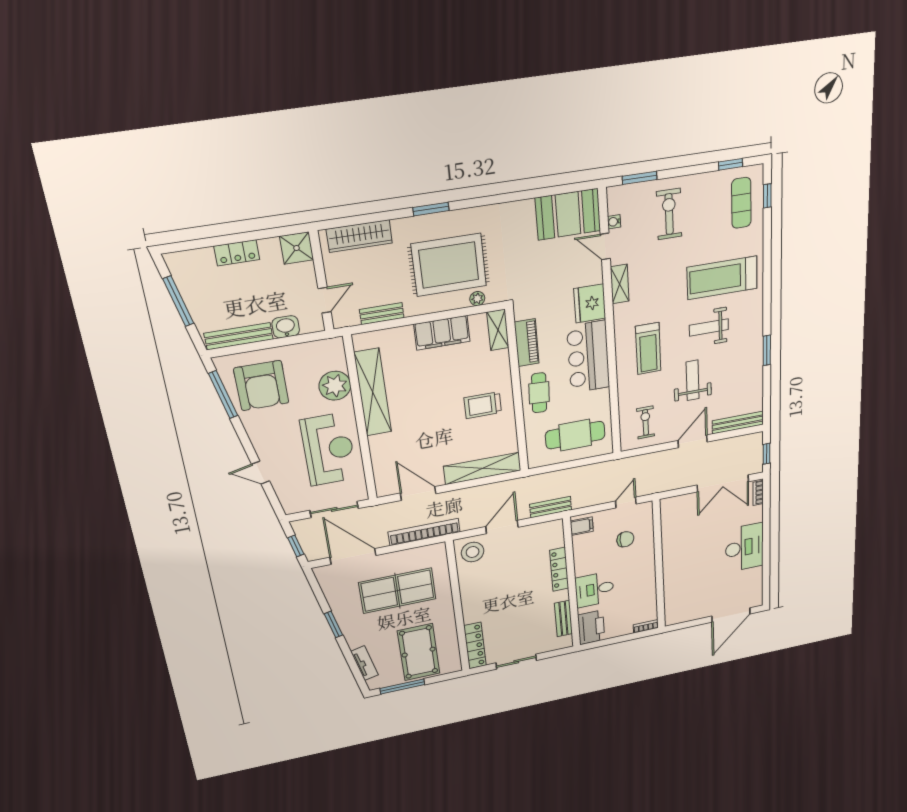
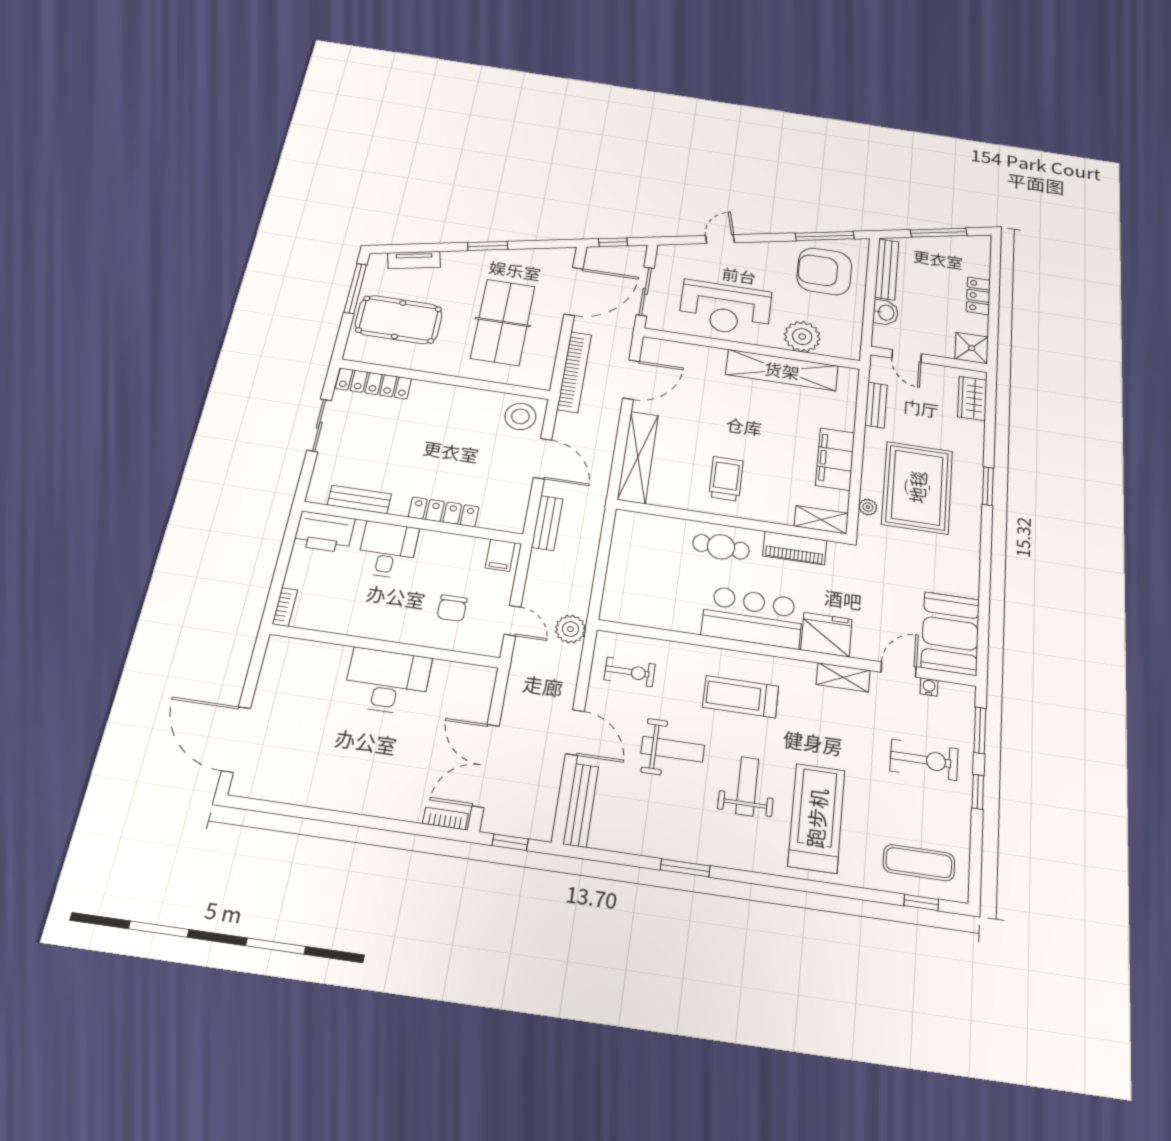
window: (731, 164) -> (978, 792), moved
wardrobe: (359, 236) -> (972, 398), width x0.67
cafe table: (575, 435) -> (644, 577), removed
plant: (624, 467) -> (570, 629), added
desk: (744, 547) -> (387, 681), moved, turned 180

